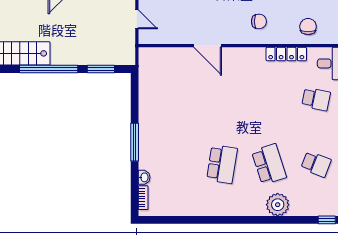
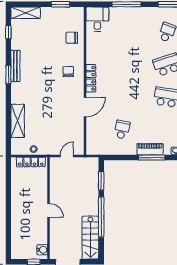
locker: (286, 54) -> (91, 78), moved
school desk: (316, 99) -> (122, 130), moved
piano: (147, 140) -> (150, 149), added

